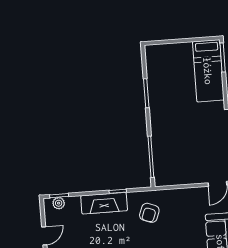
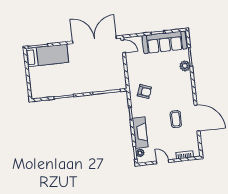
fireplace: (104, 203) -> (140, 133), moved

